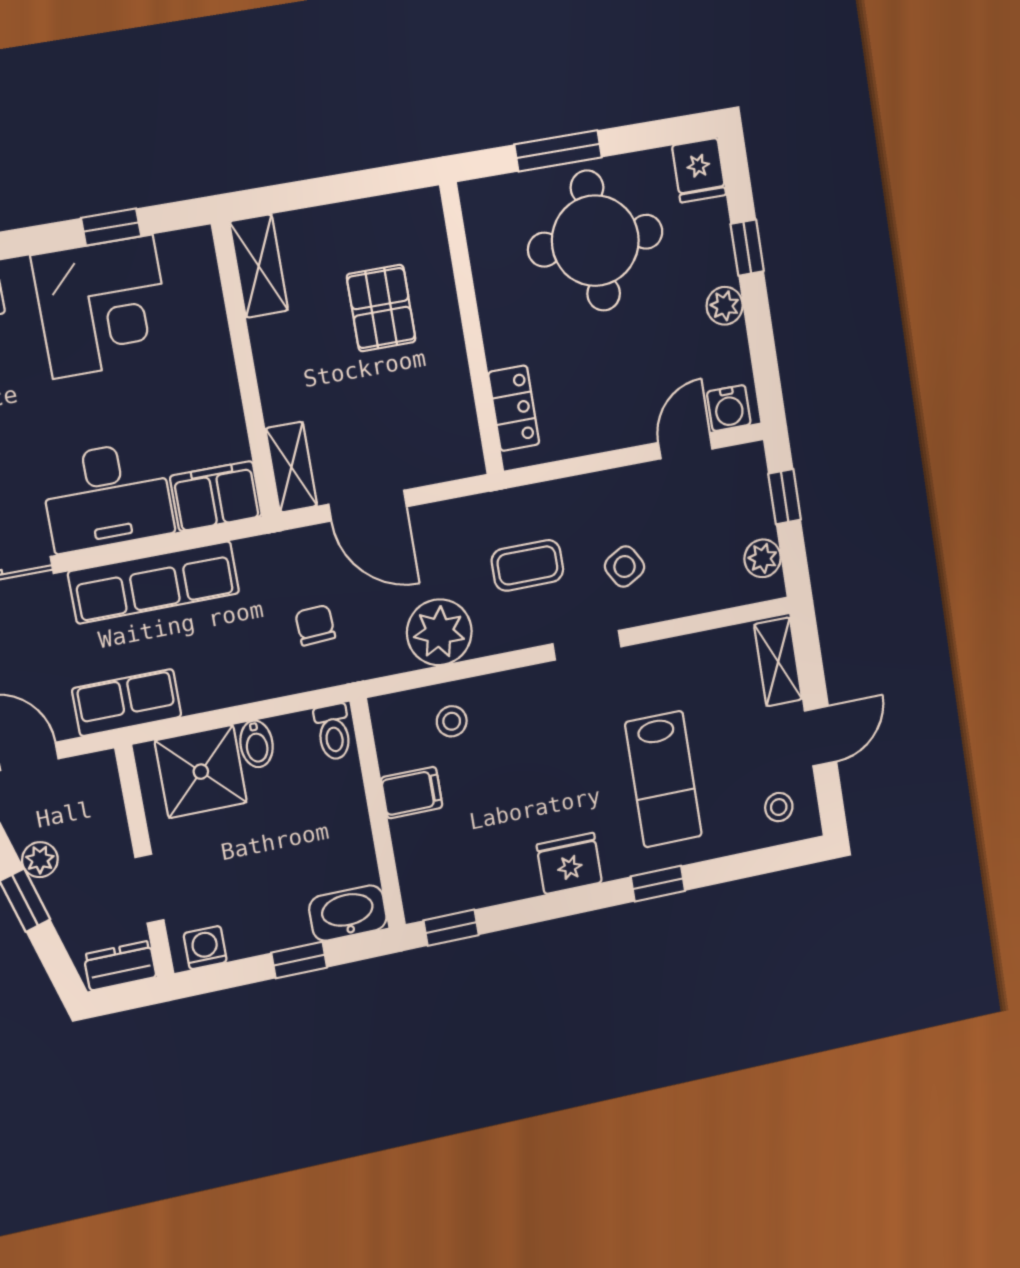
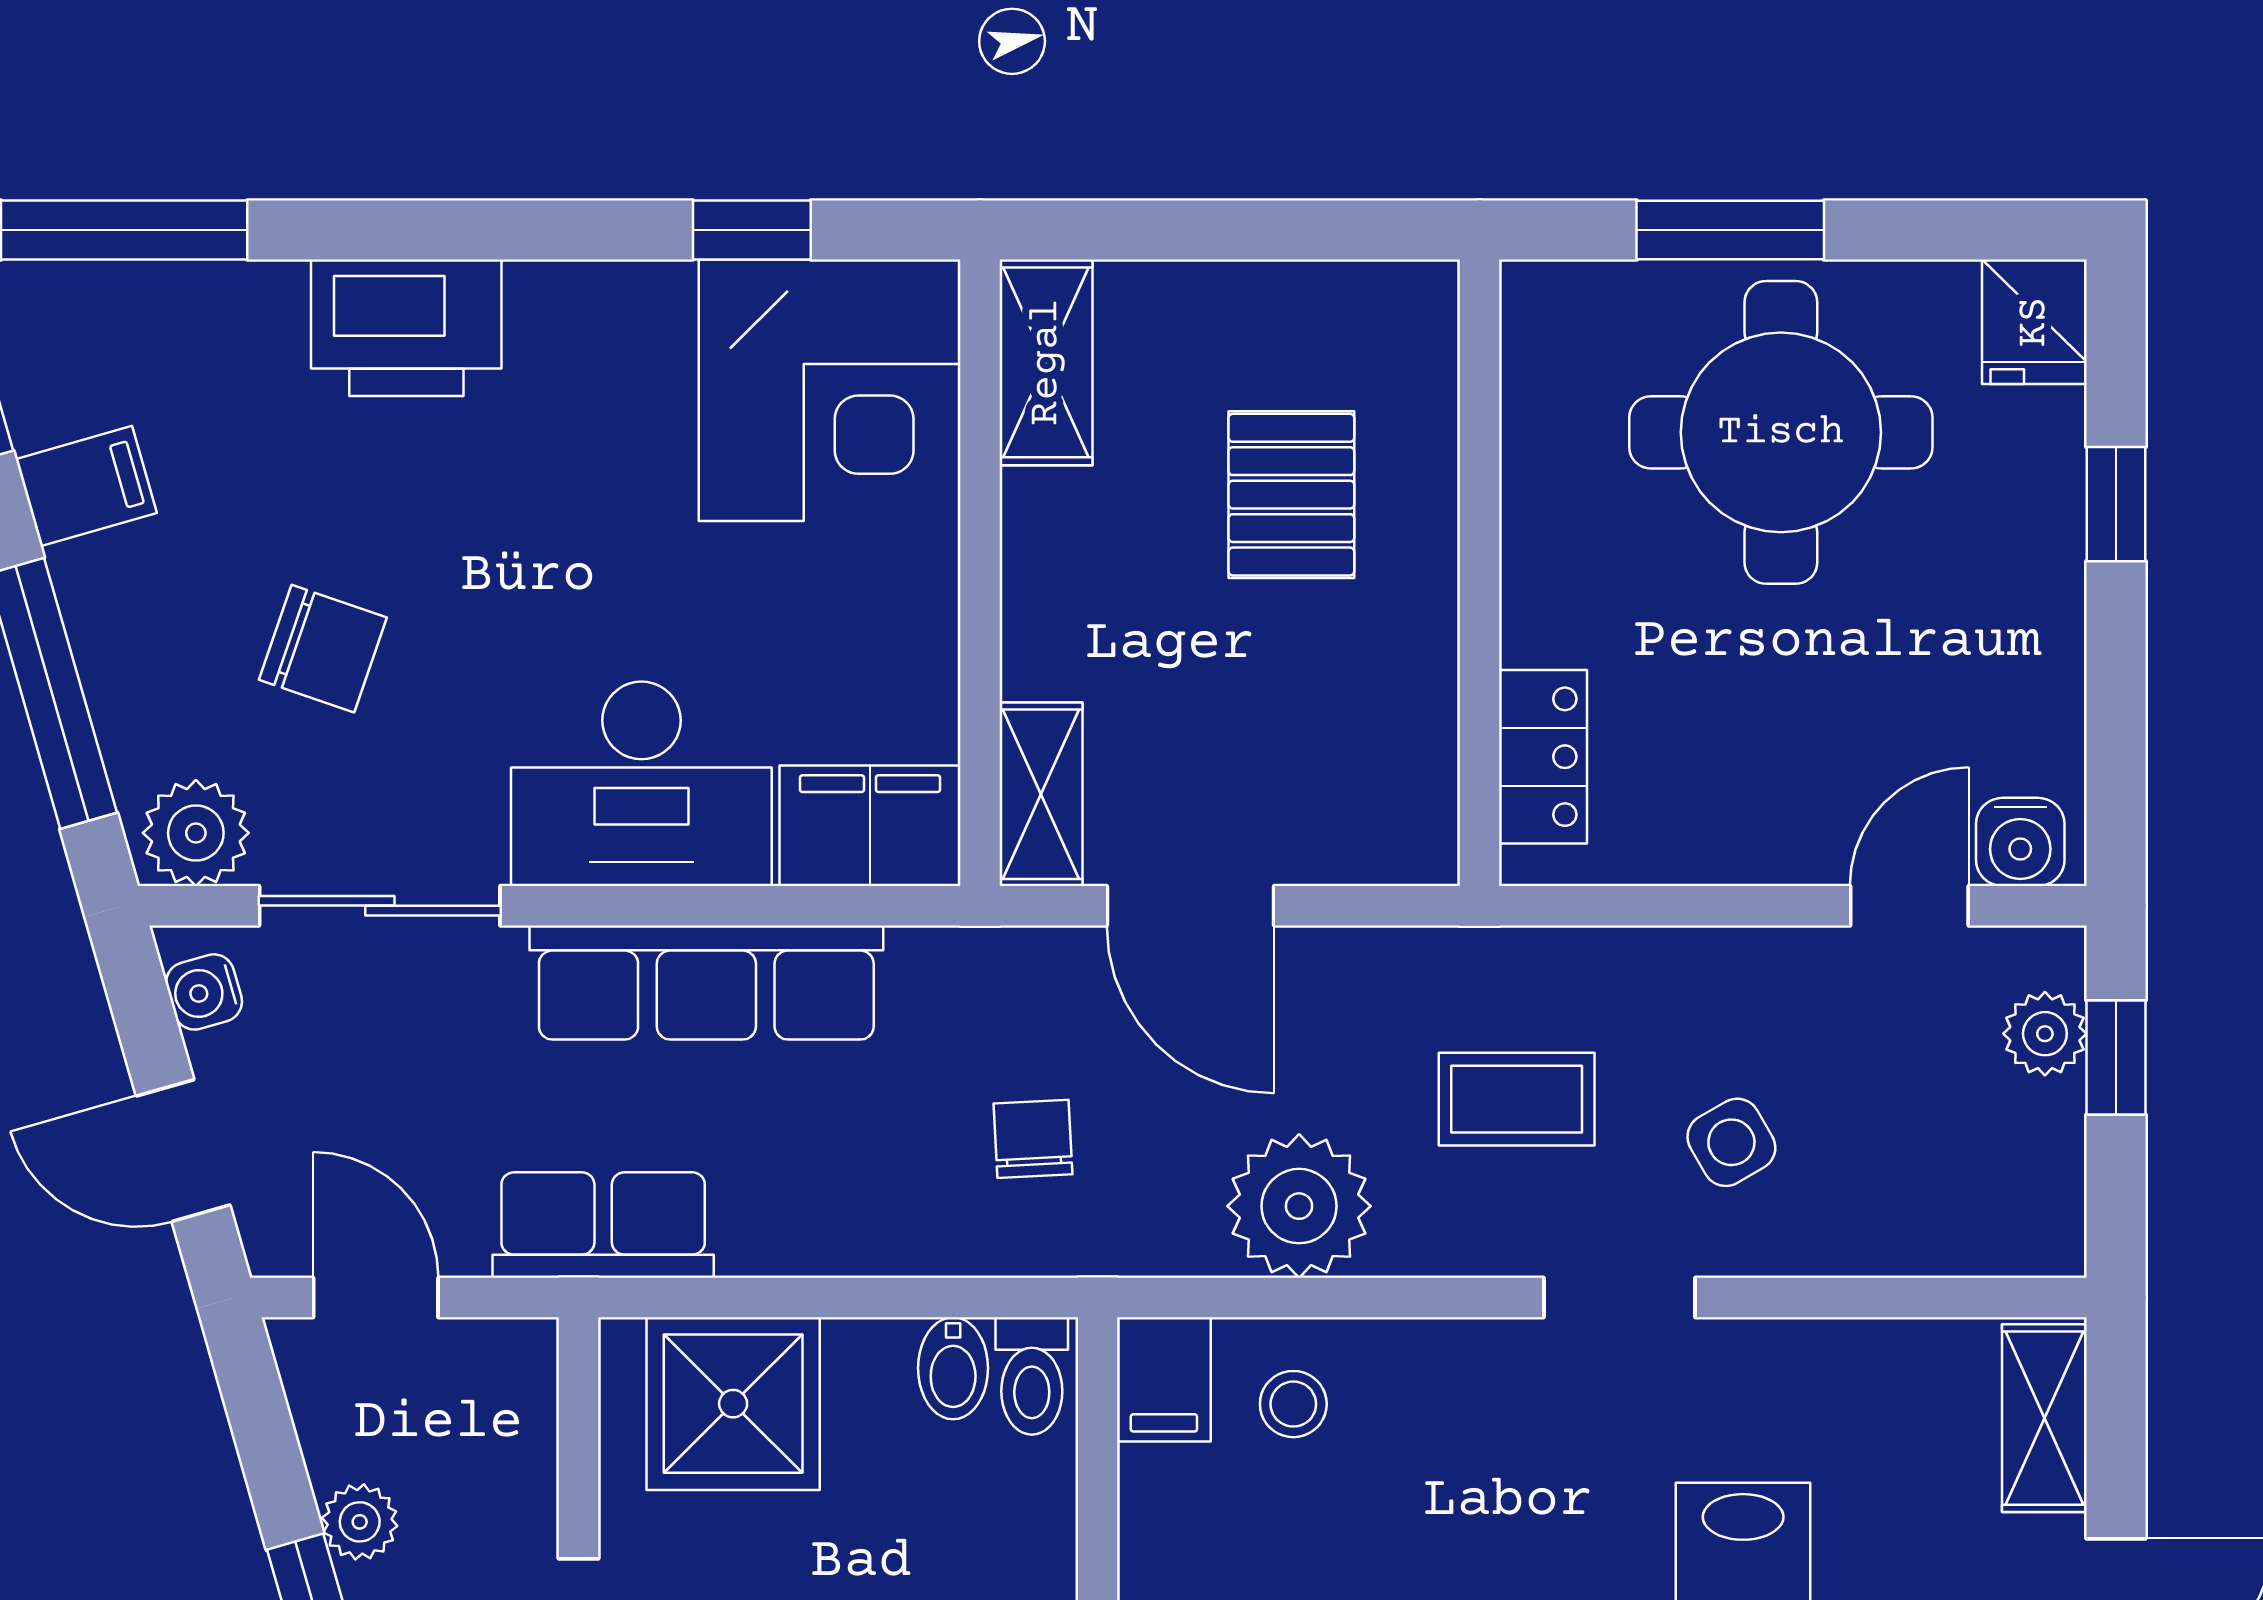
plant: (725, 306) -> (2046, 620), removed
corner desk: (103, 307) -> (830, 390), moved
plant: (763, 558) -> (2045, 1034), moved
bidet: (256, 744) -> (953, 1368), moved
filing cabinet: (412, 793) -> (1164, 1379), moved, turned 90

